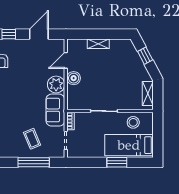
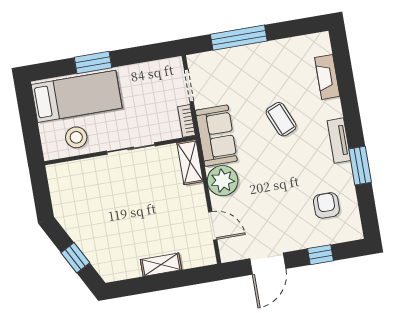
door: (66, 60) -> (213, 226), hinge flipped
boiler: (74, 78) -> (194, 197), removed
shelving: (148, 94) -> (190, 162), moved
coffee table: (32, 139) -> (281, 119), moved

